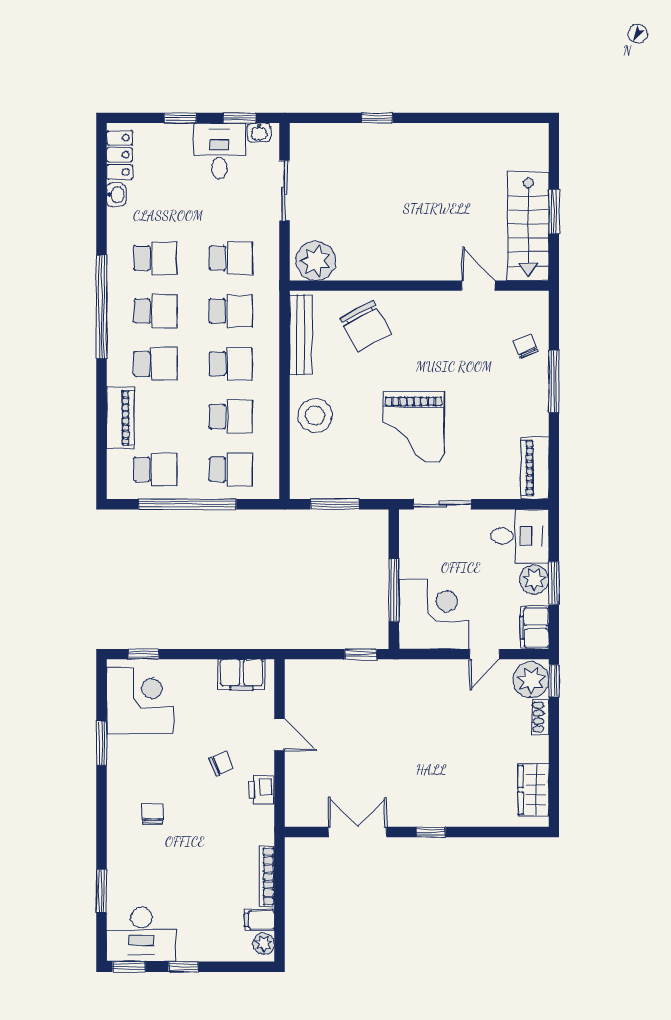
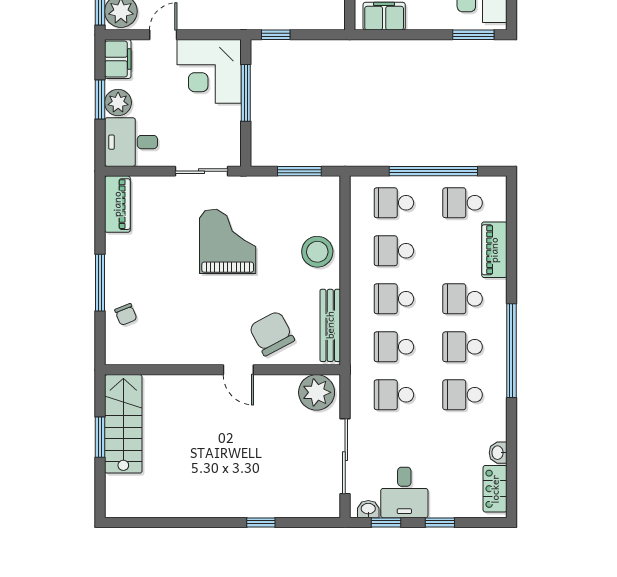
sliding door: (285, 191) -> (345, 456), width x1.37
door: (478, 286) -> (238, 370), moved
window: (143, 654) -> (473, 35), width x1.50

